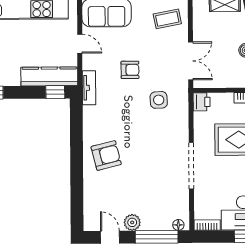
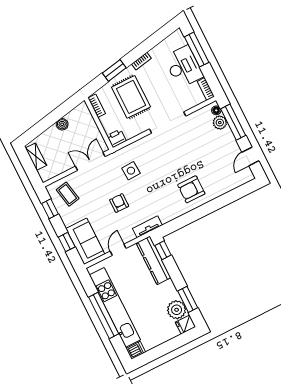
armchair: (106, 155) -> (191, 189), turned -76
plant: (132, 222) -> (220, 123), moved

